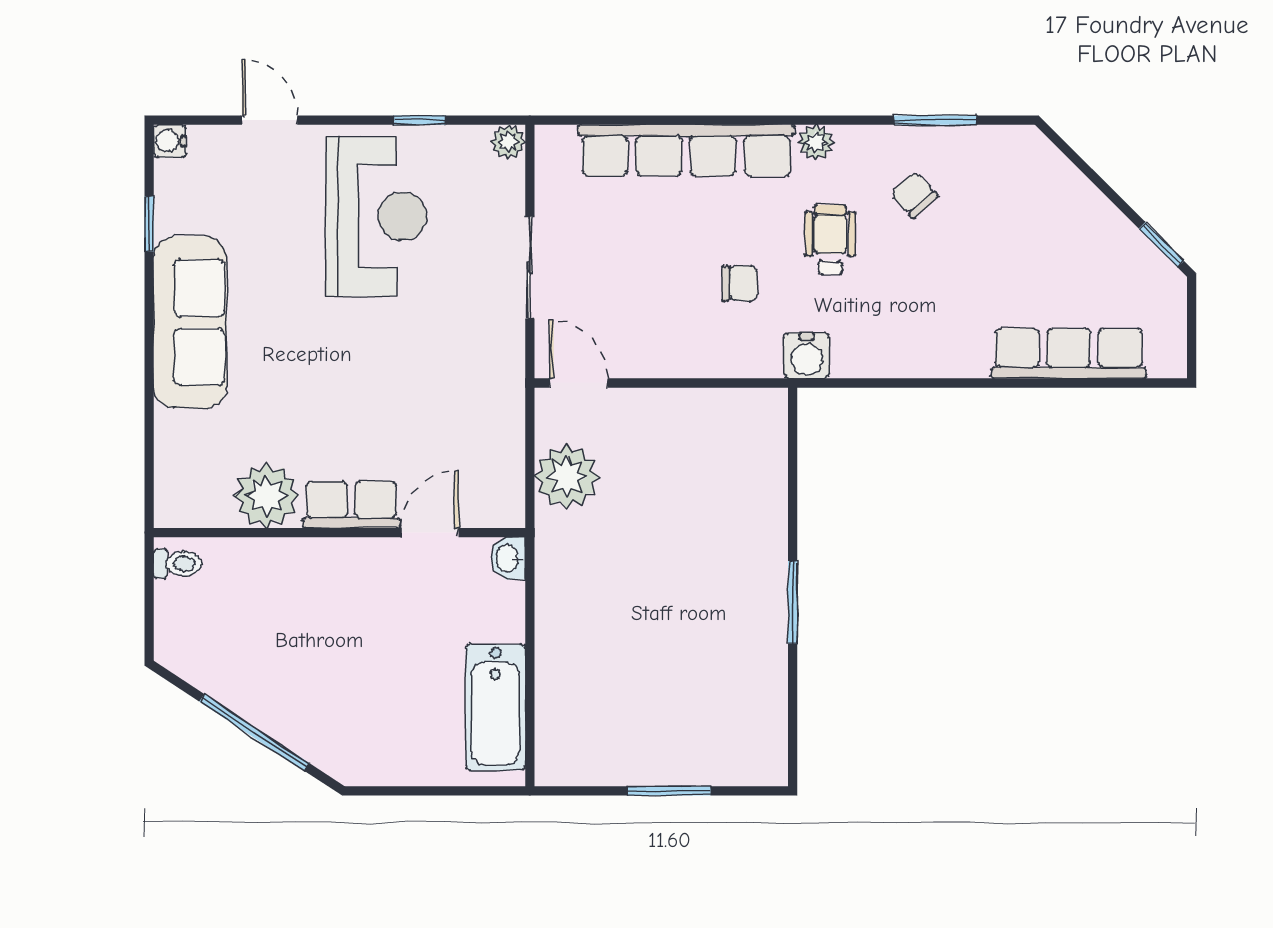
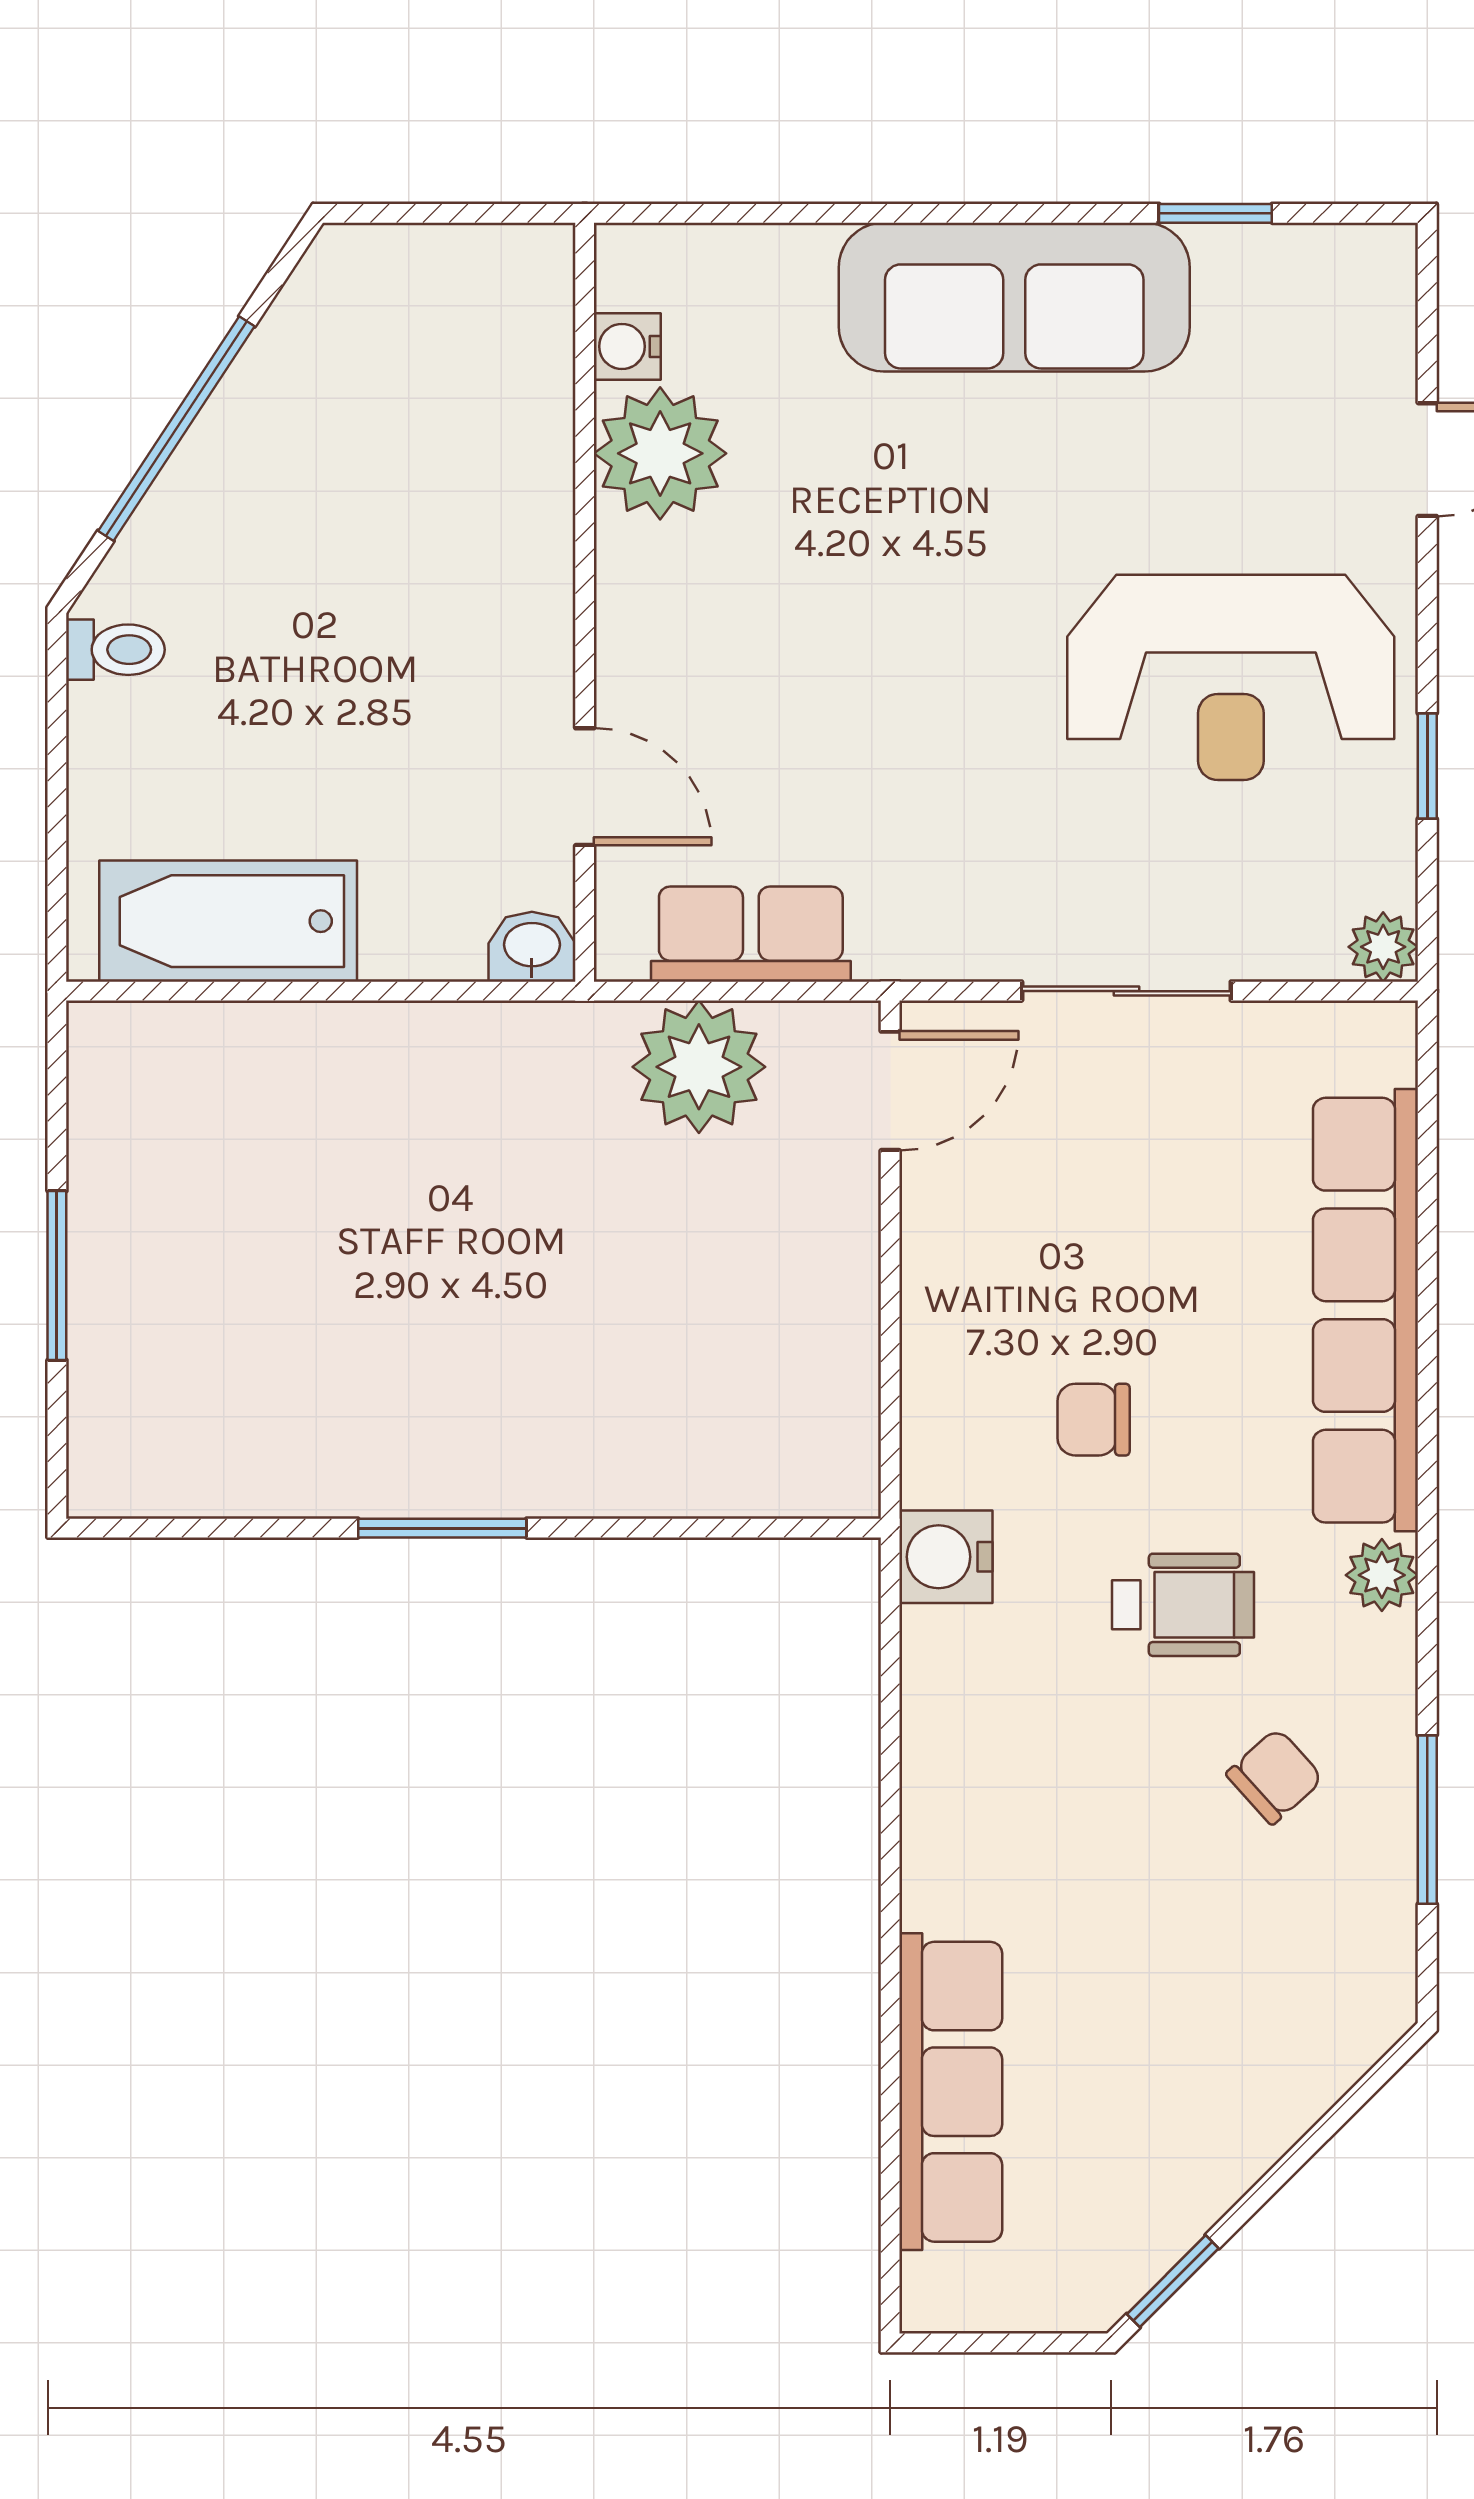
water cooler: (170, 141) -> (627, 346), moved, turned -90
chair: (740, 283) -> (1094, 1420), turned 90
row of seats: (352, 505) -> (751, 934), moved, turned -90
toilet: (178, 564) -> (115, 650), moved, turned -90

